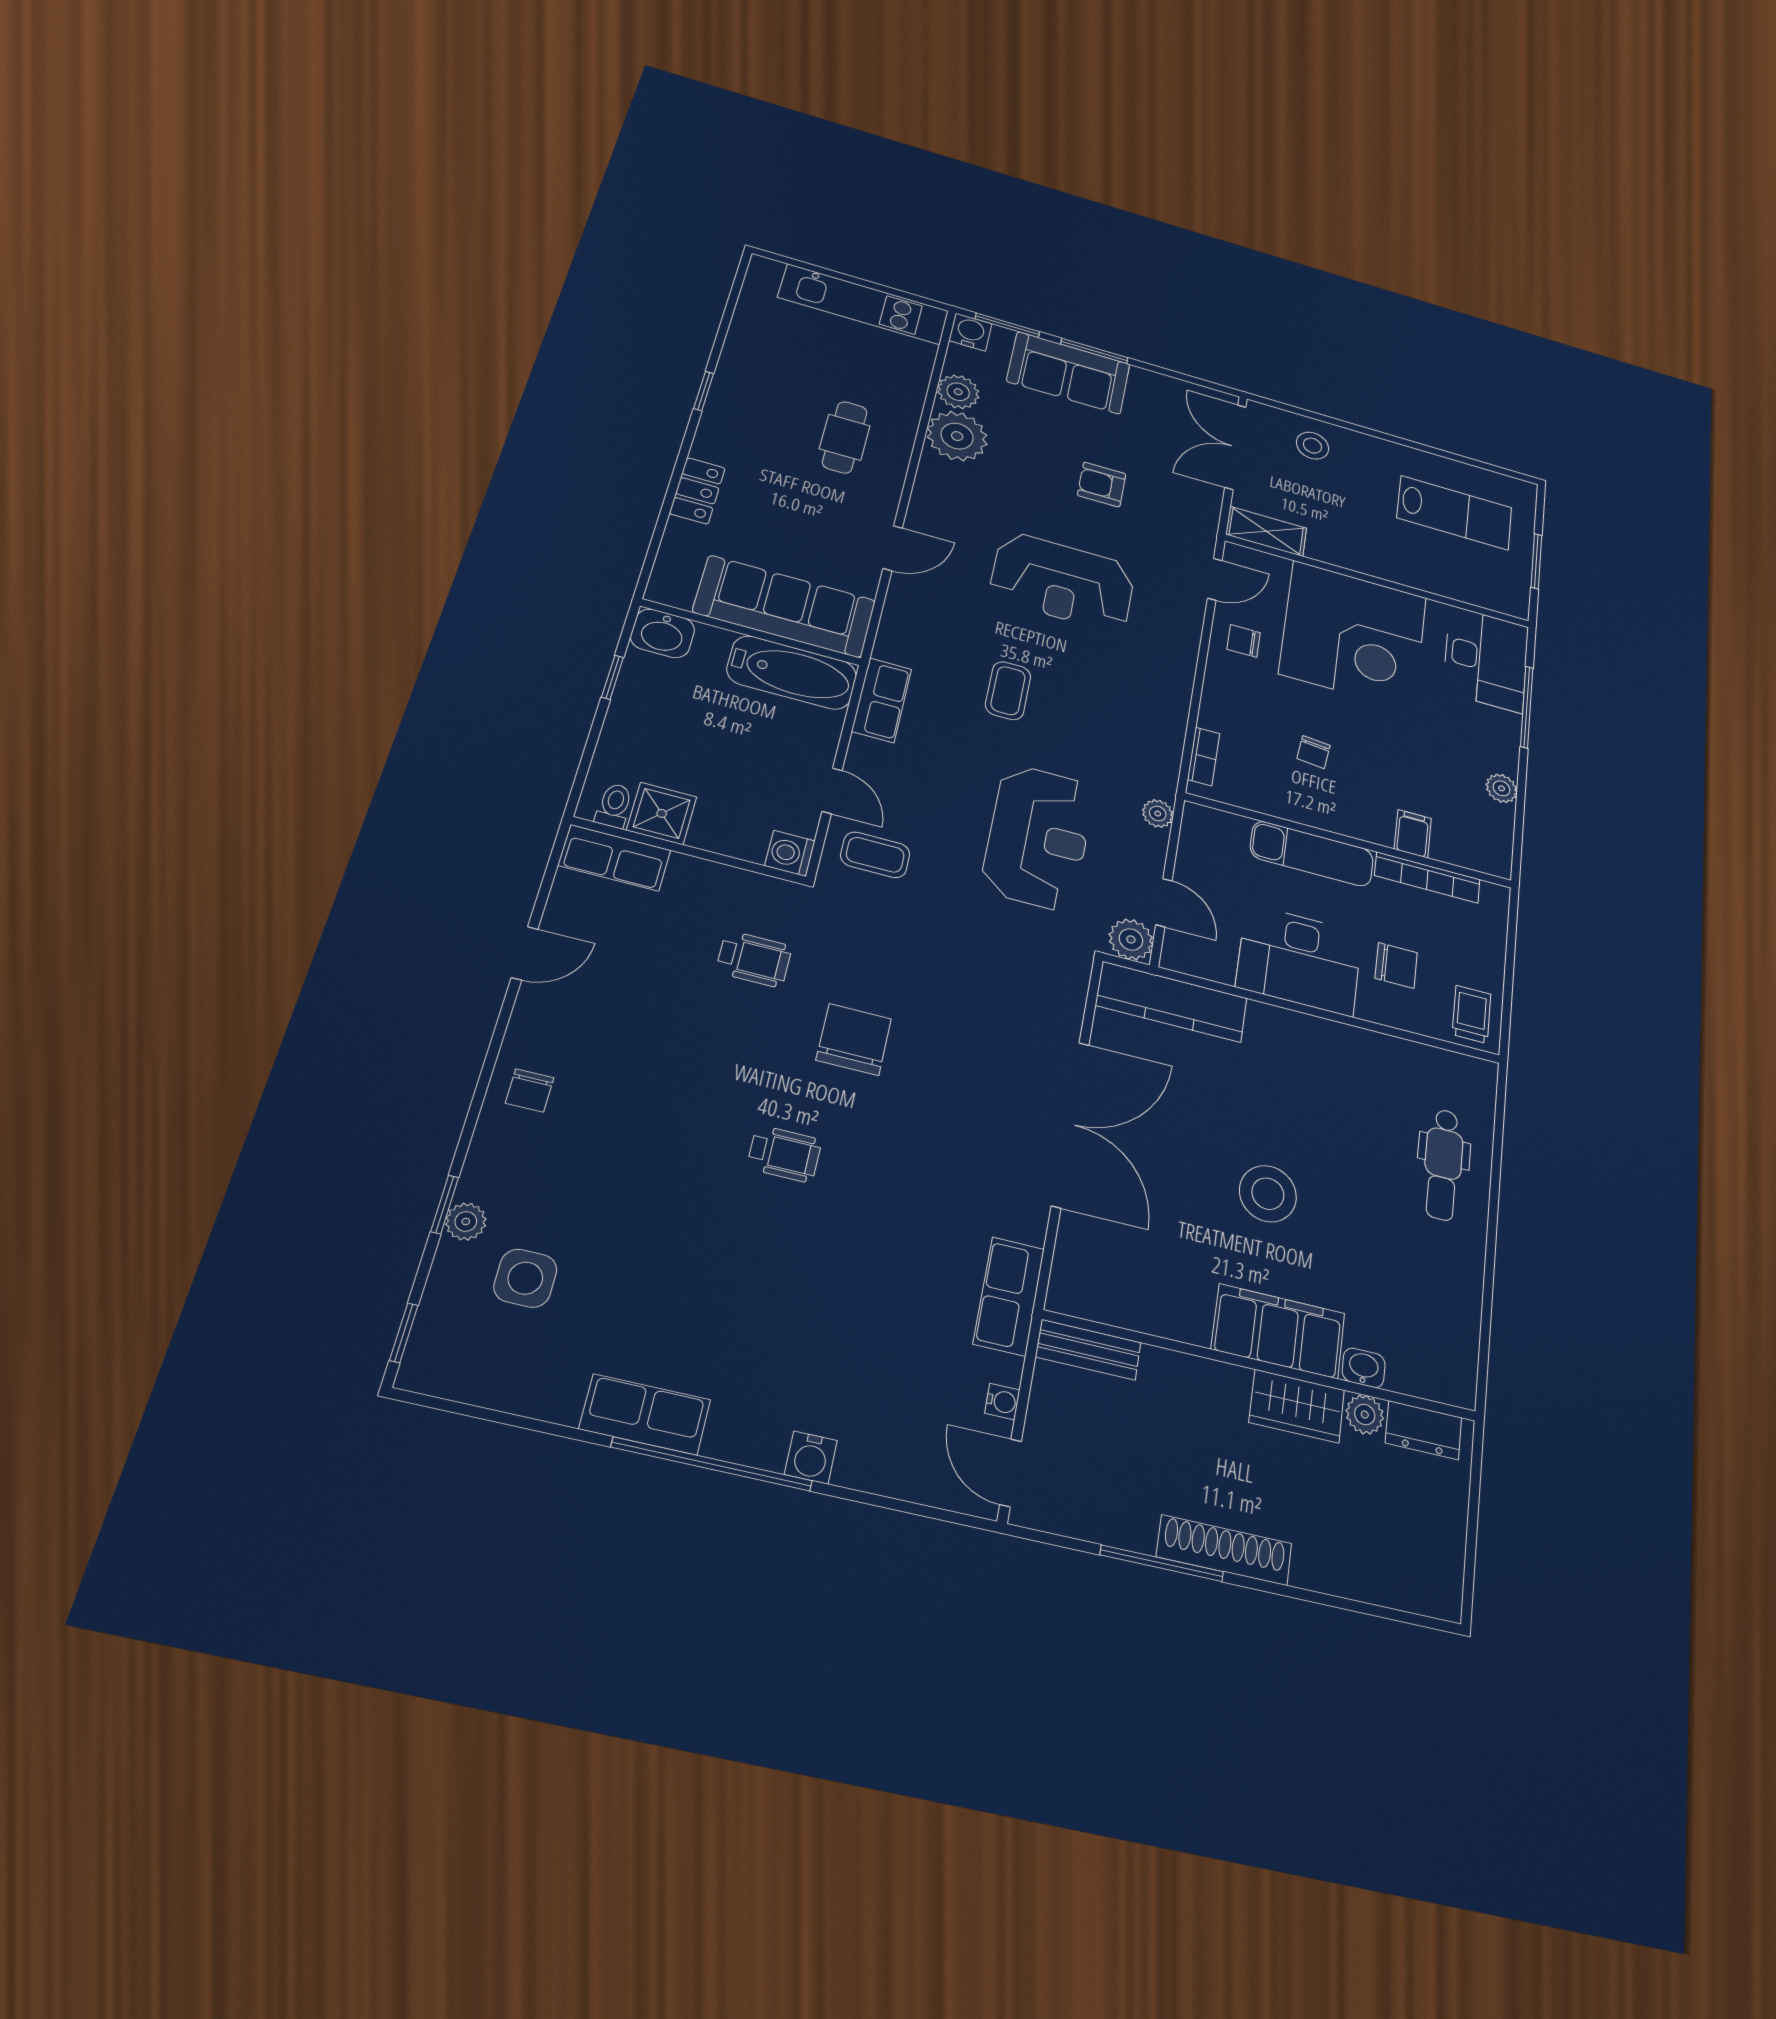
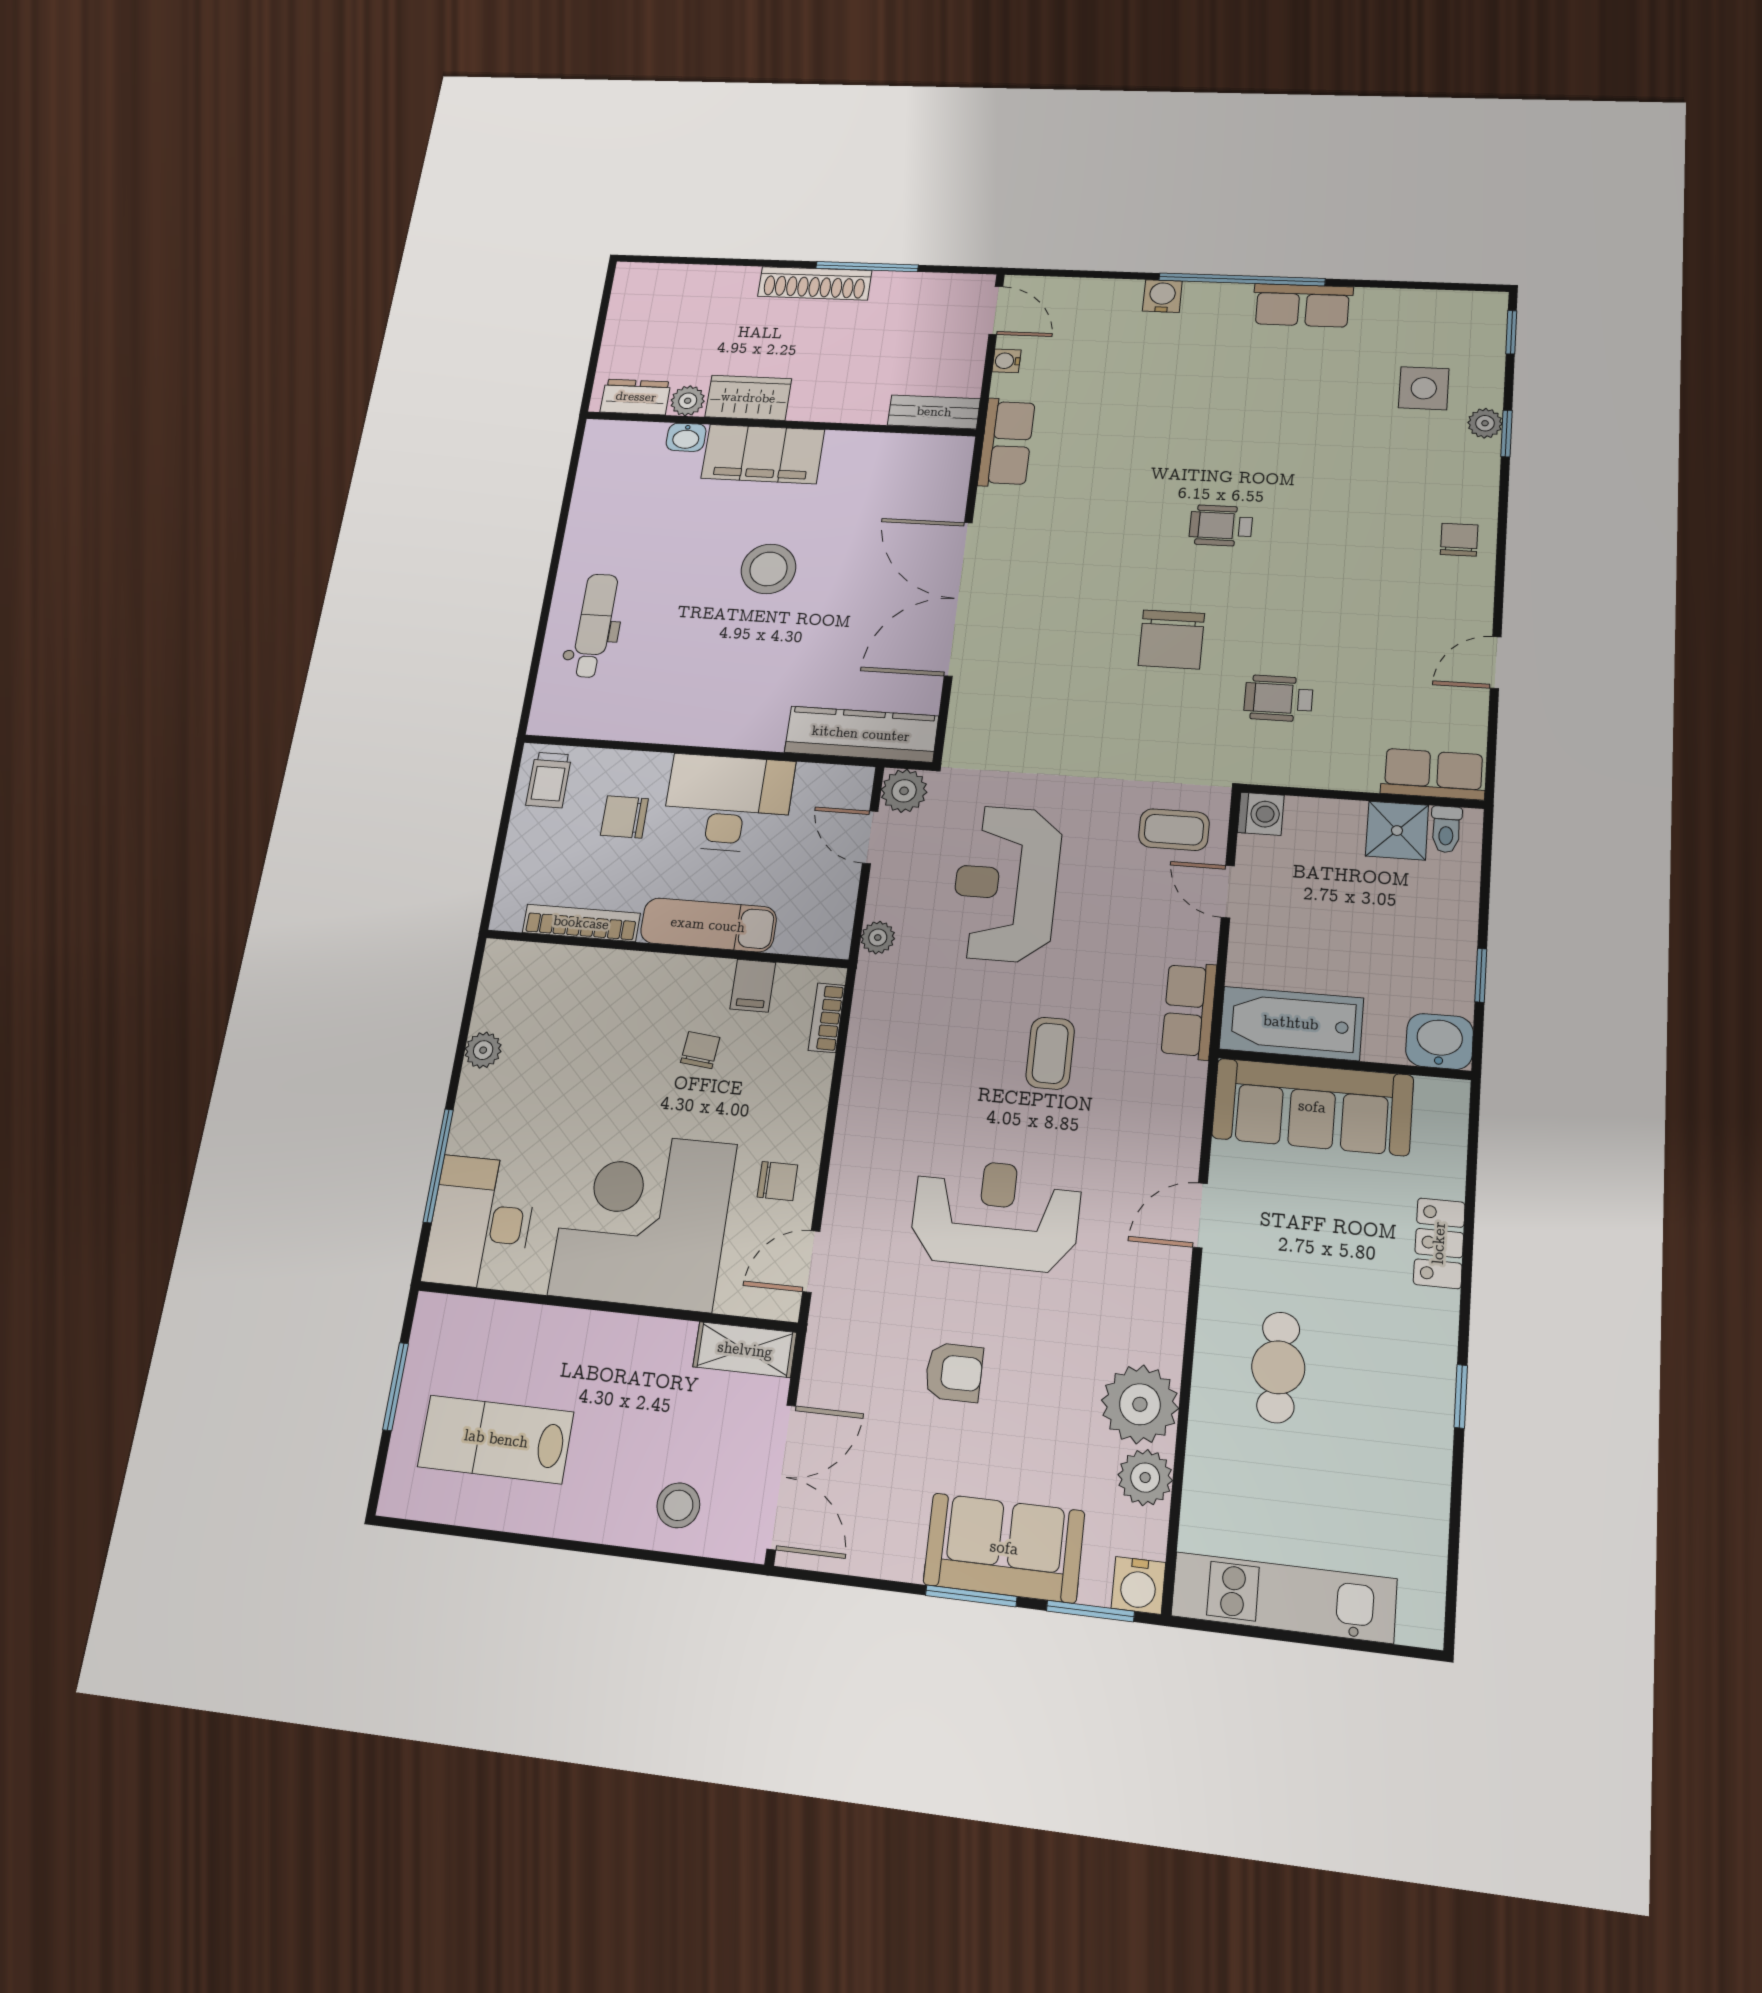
filing cabinet: (1413, 834) -> (753, 986), moved

